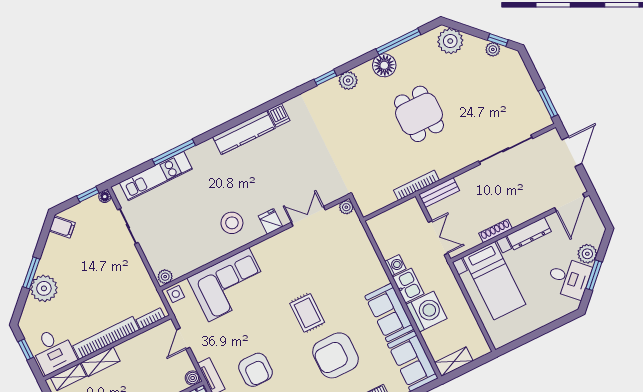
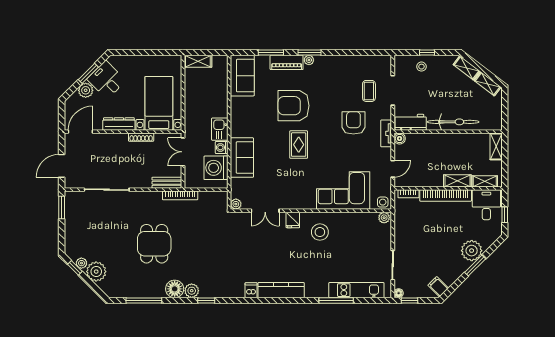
plant: (450, 41) -> (96, 272), moved
floor lamp: (384, 65) -> (175, 289), moved
washing machine: (426, 311) -> (216, 168), moved
sofa: (389, 313) -> (242, 158), moved
armchair: (335, 355) -> (294, 106), turned 180
shelving: (454, 362) -> (198, 61), moved

